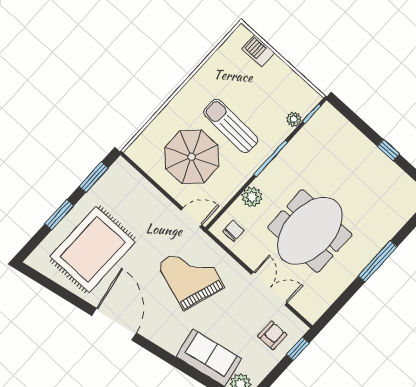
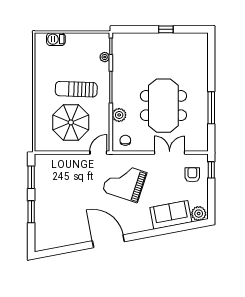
rug: (93, 249) -> (63, 214), removed
window: (378, 261) -> (211, 108), moved

